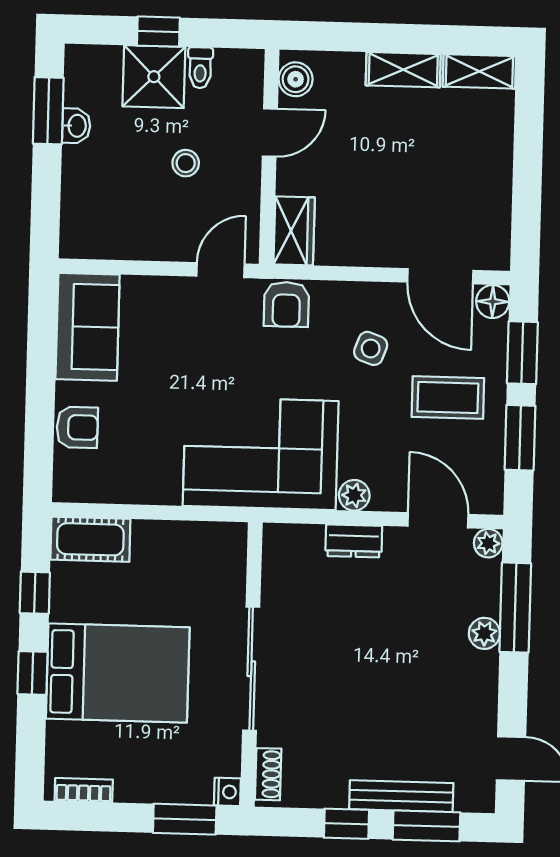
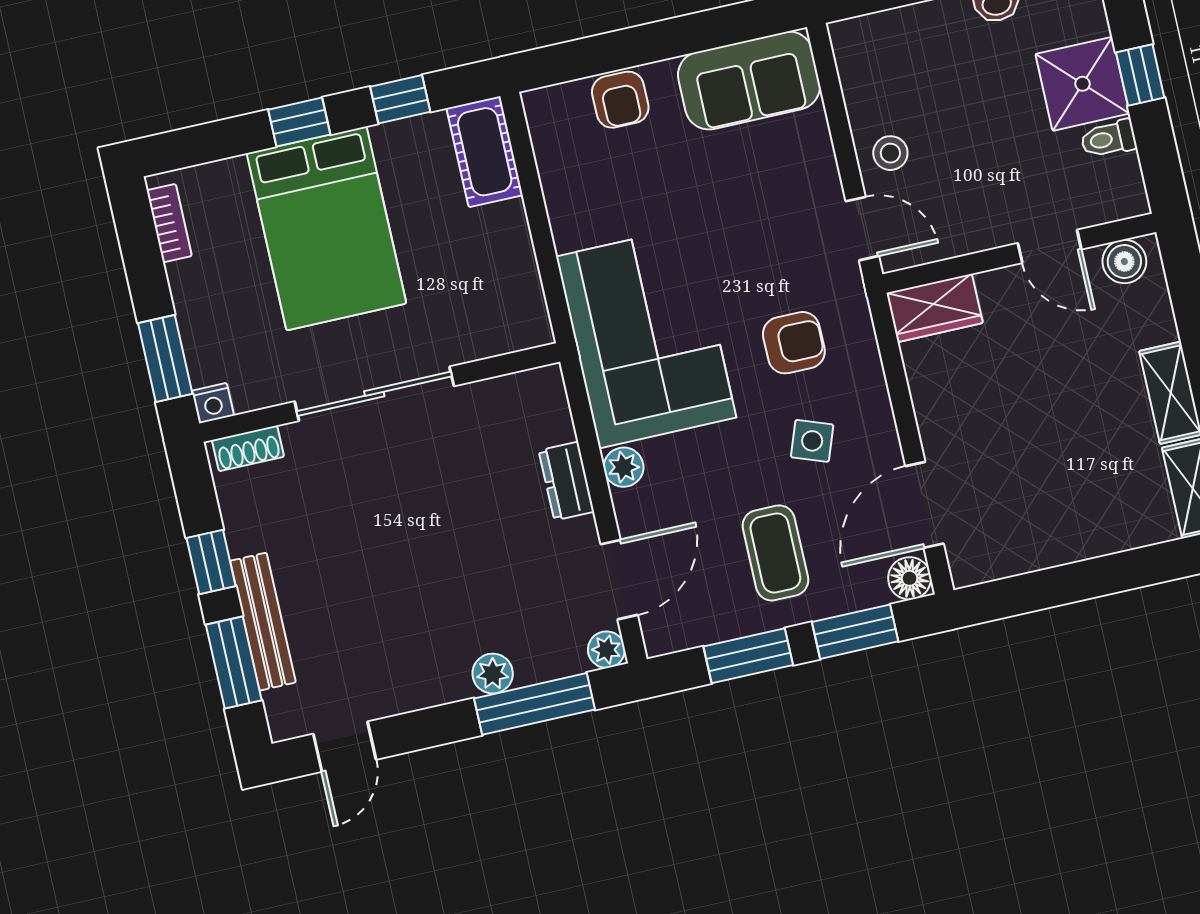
stool: (186, 163) -> (890, 153), moved
armchair: (286, 304) -> (794, 343), moved, turned 180

